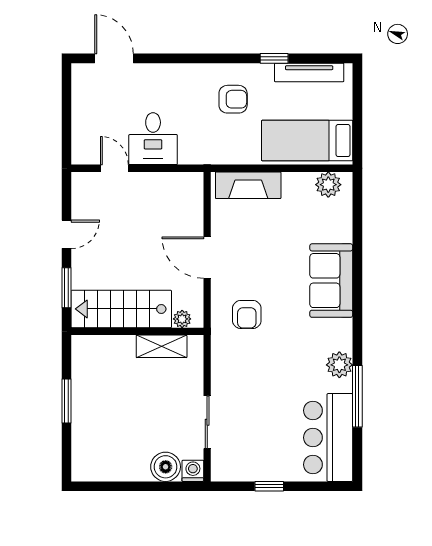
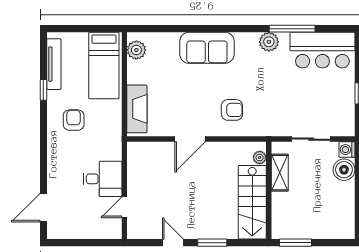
stairs: (121, 309) -> (252, 202), moved
plant: (182, 319) -> (260, 158), moved
wall: (137, 331) -> (269, 190), moved
shelving: (162, 346) -> (280, 173), moved

